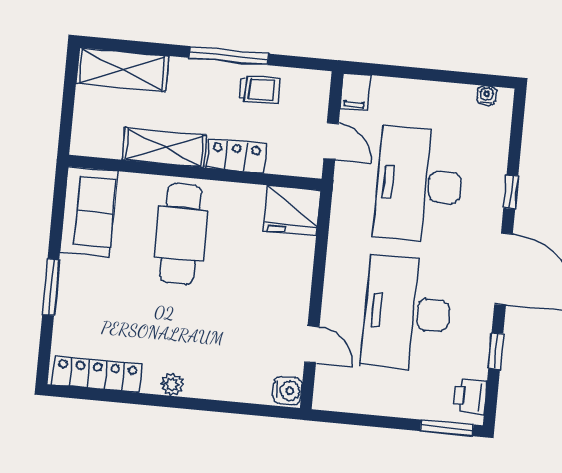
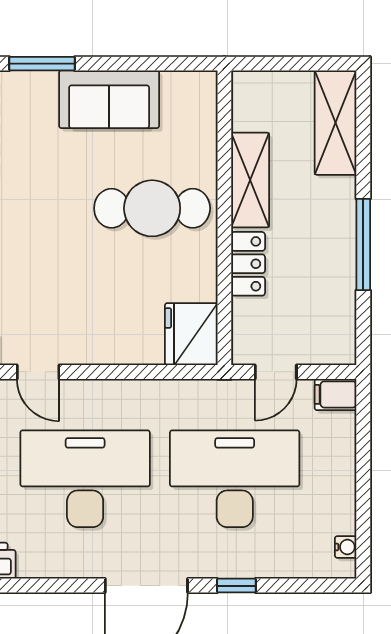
trolley: (259, 90) -> (327, 283), removed
sofa: (89, 212) -> (109, 99), moved
window: (51, 287) -> (42, 64), moved
door: (312, 344) -> (38, 372), hinge flipped
window: (496, 351) -> (51, 586), removed

